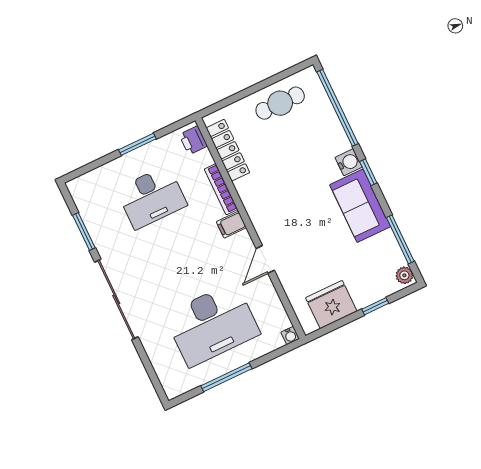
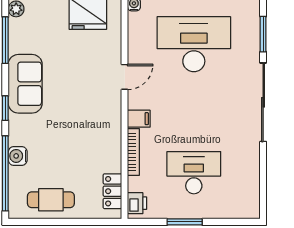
locker: (228, 150) -> (112, 191), width x0.66
water cooler: (349, 162) -> (18, 156), moved
window: (84, 232) -> (263, 34), moved

